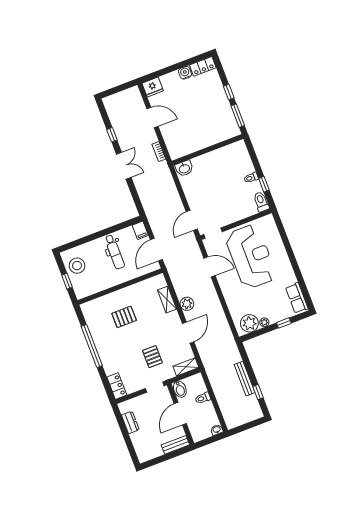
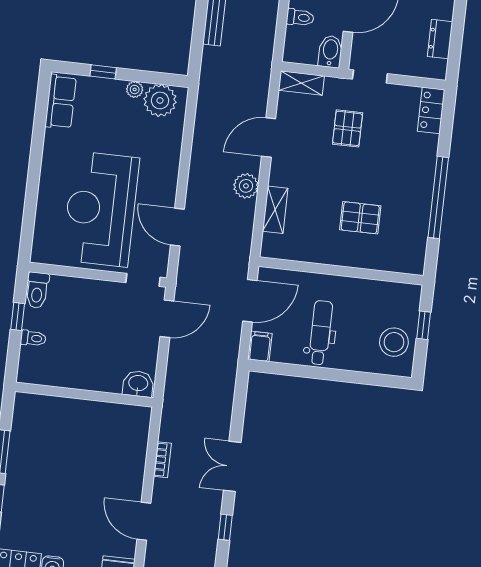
wall: (207, 150) -> (84, 395), moved
washbasin: (184, 168) -> (138, 384), moved

